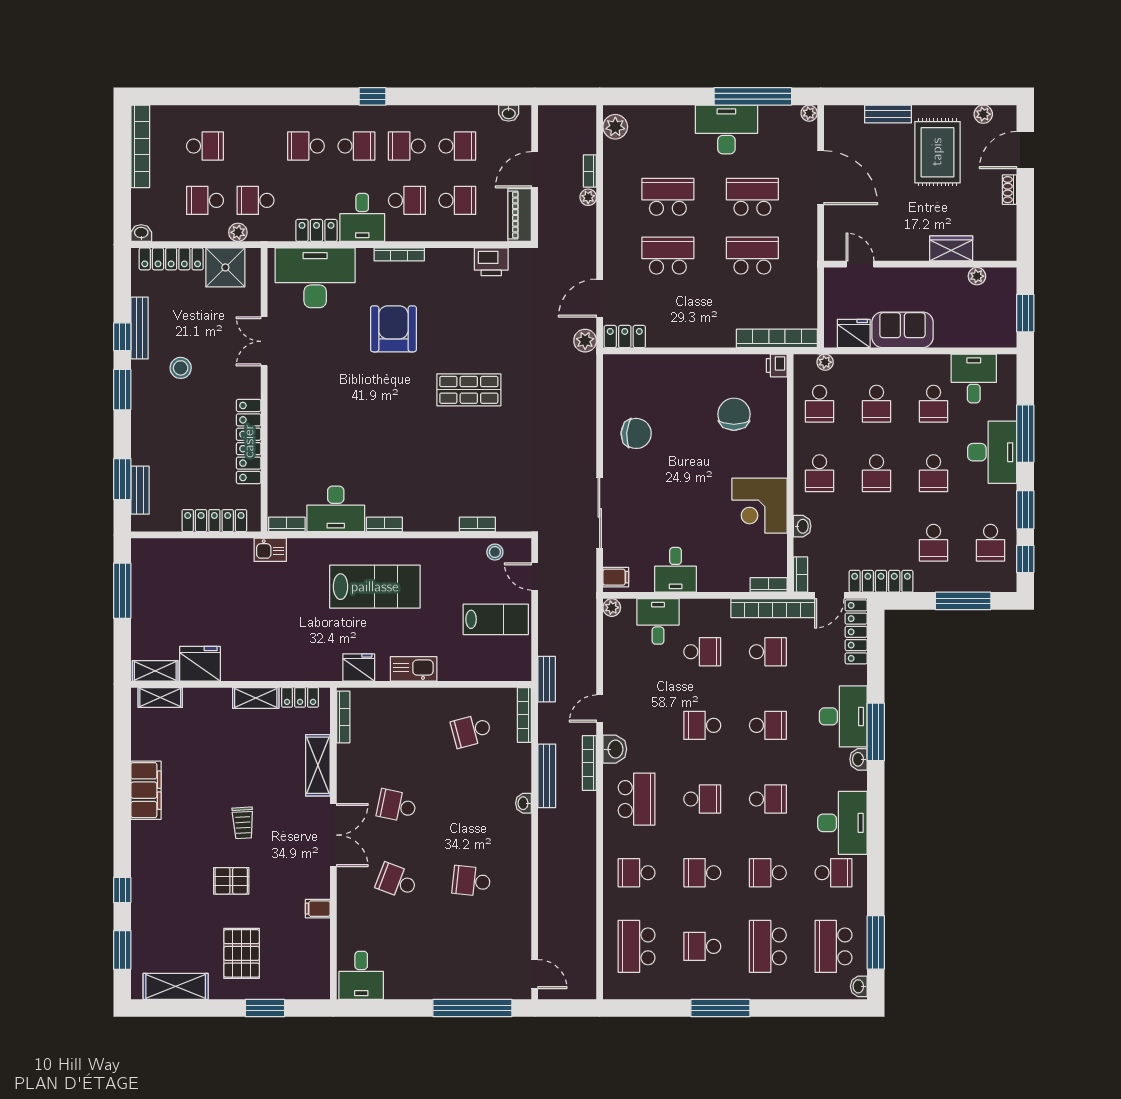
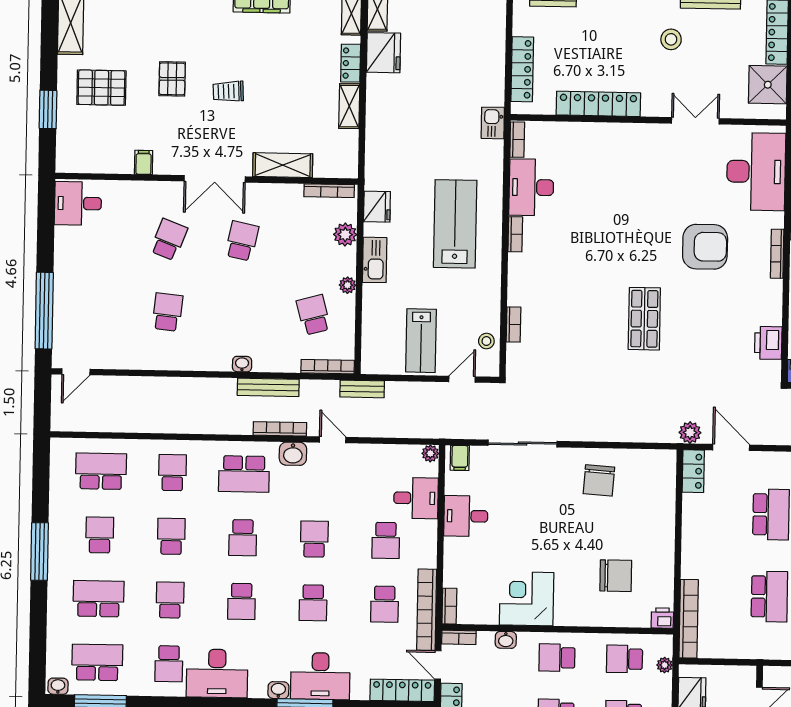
lab bench: (375, 587) -> (455, 224), turned 180
plant: (440, 696) -> (347, 285), added
locker: (300, 697) -> (351, 63), moved
plant: (388, 700) -> (345, 235), added

